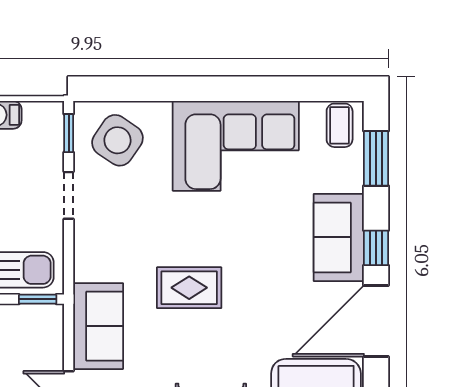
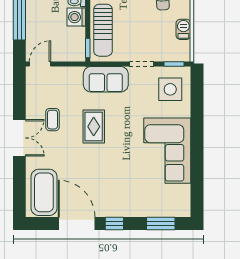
coffee table: (340, 125) -> (52, 120), moved, turned 90
side table: (117, 140) -> (170, 89), turned -34
sofa: (339, 237) -> (120, 204), removed
sofa: (98, 326) -> (106, 79), moved

